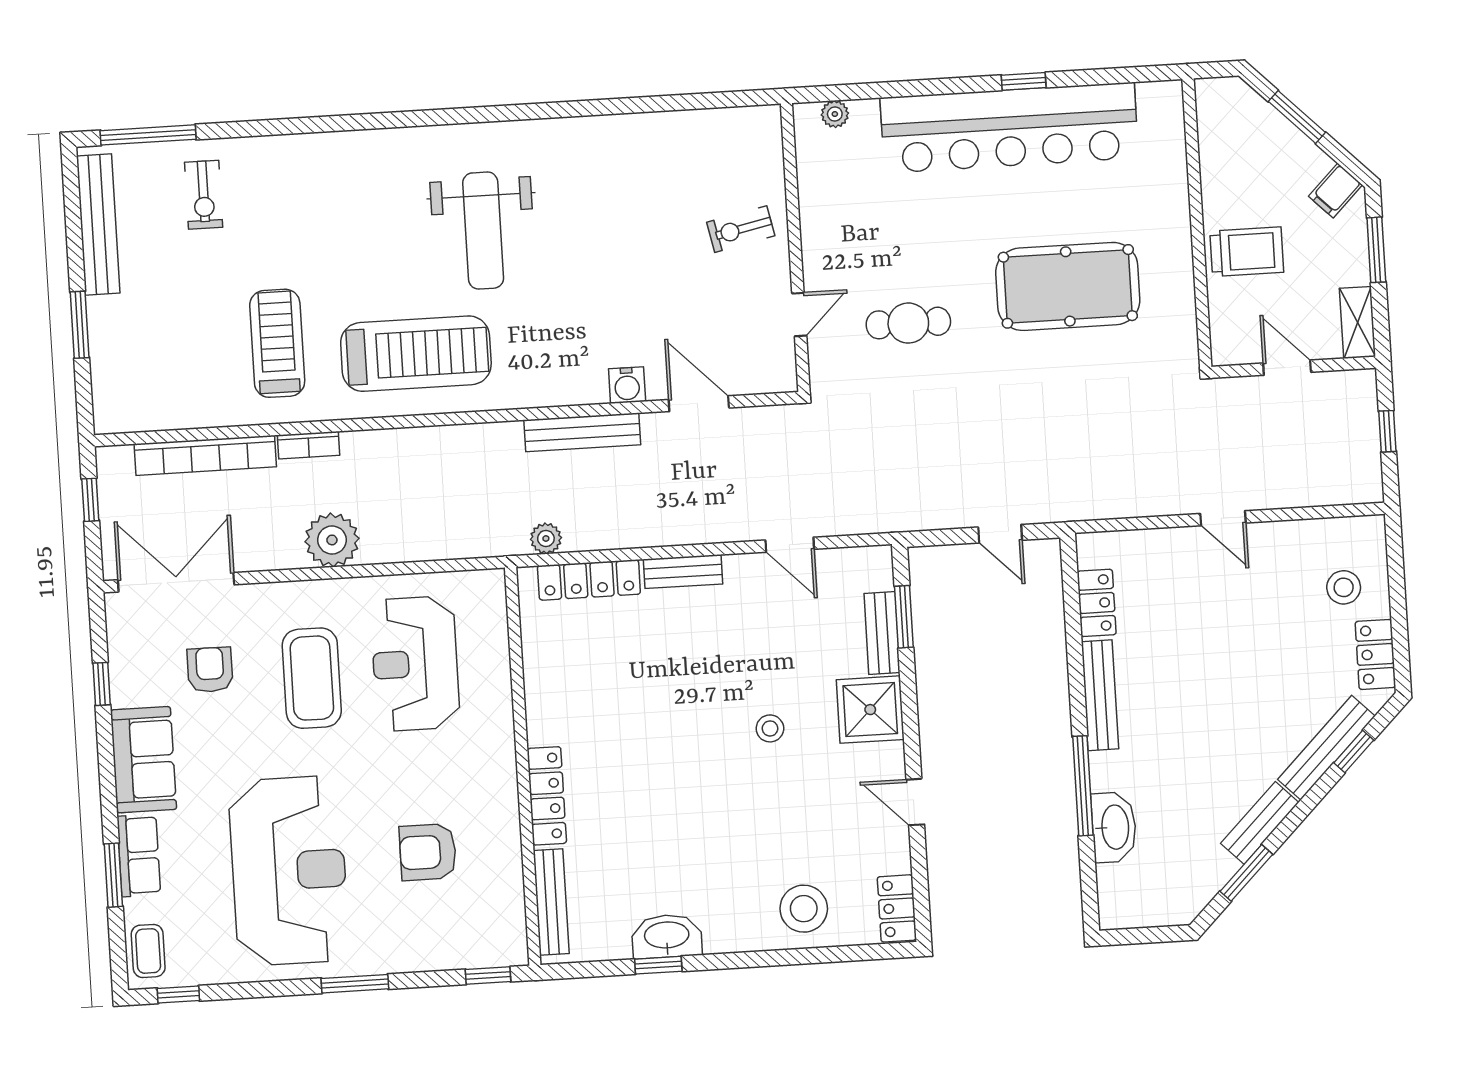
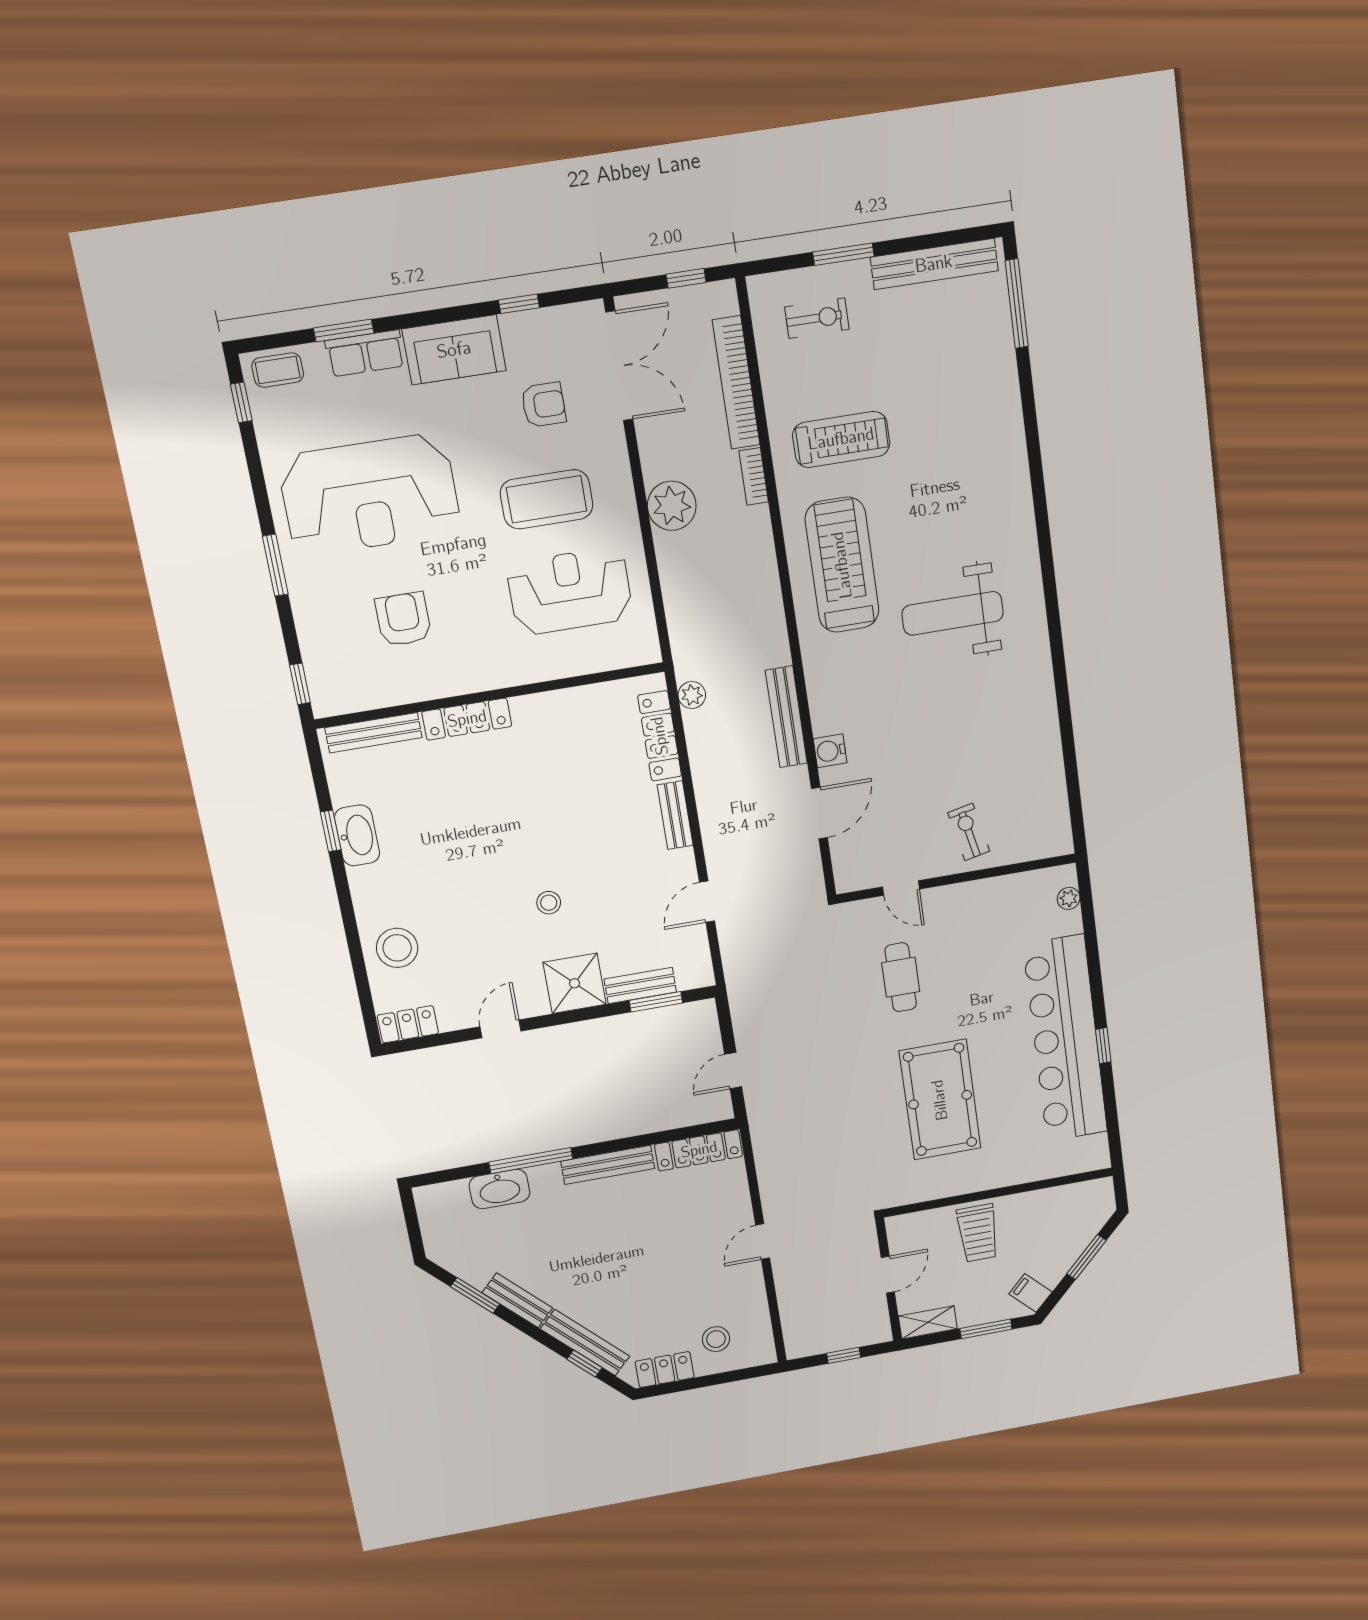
exercise bike: (204, 195) -> (817, 318), moved, turned 180
treadmill: (416, 354) -> (842, 565), turned 180
locker: (1097, 603) -> (699, 1150), width x1.53

